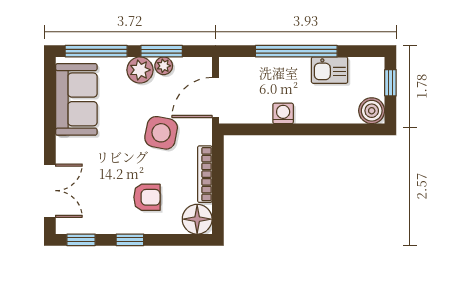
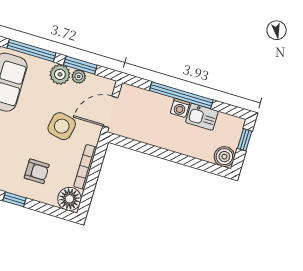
washing machine: (283, 113) -> (180, 108), moved, turned 180

